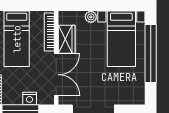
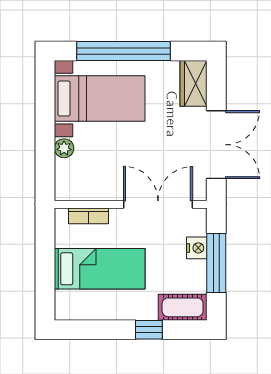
bookcase: (49, 32) -> (89, 216), width x0.64
wardrobe: (67, 39) -> (193, 83), moved, turned -90

